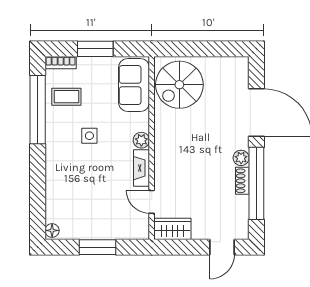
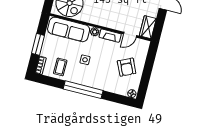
sofa: (134, 85) -> (69, 29), width x1.36
window: (38, 110) -> (83, 90), moved
armchair: (95, 210) -> (127, 67), added
window: (98, 247) -> (147, 71), removed

